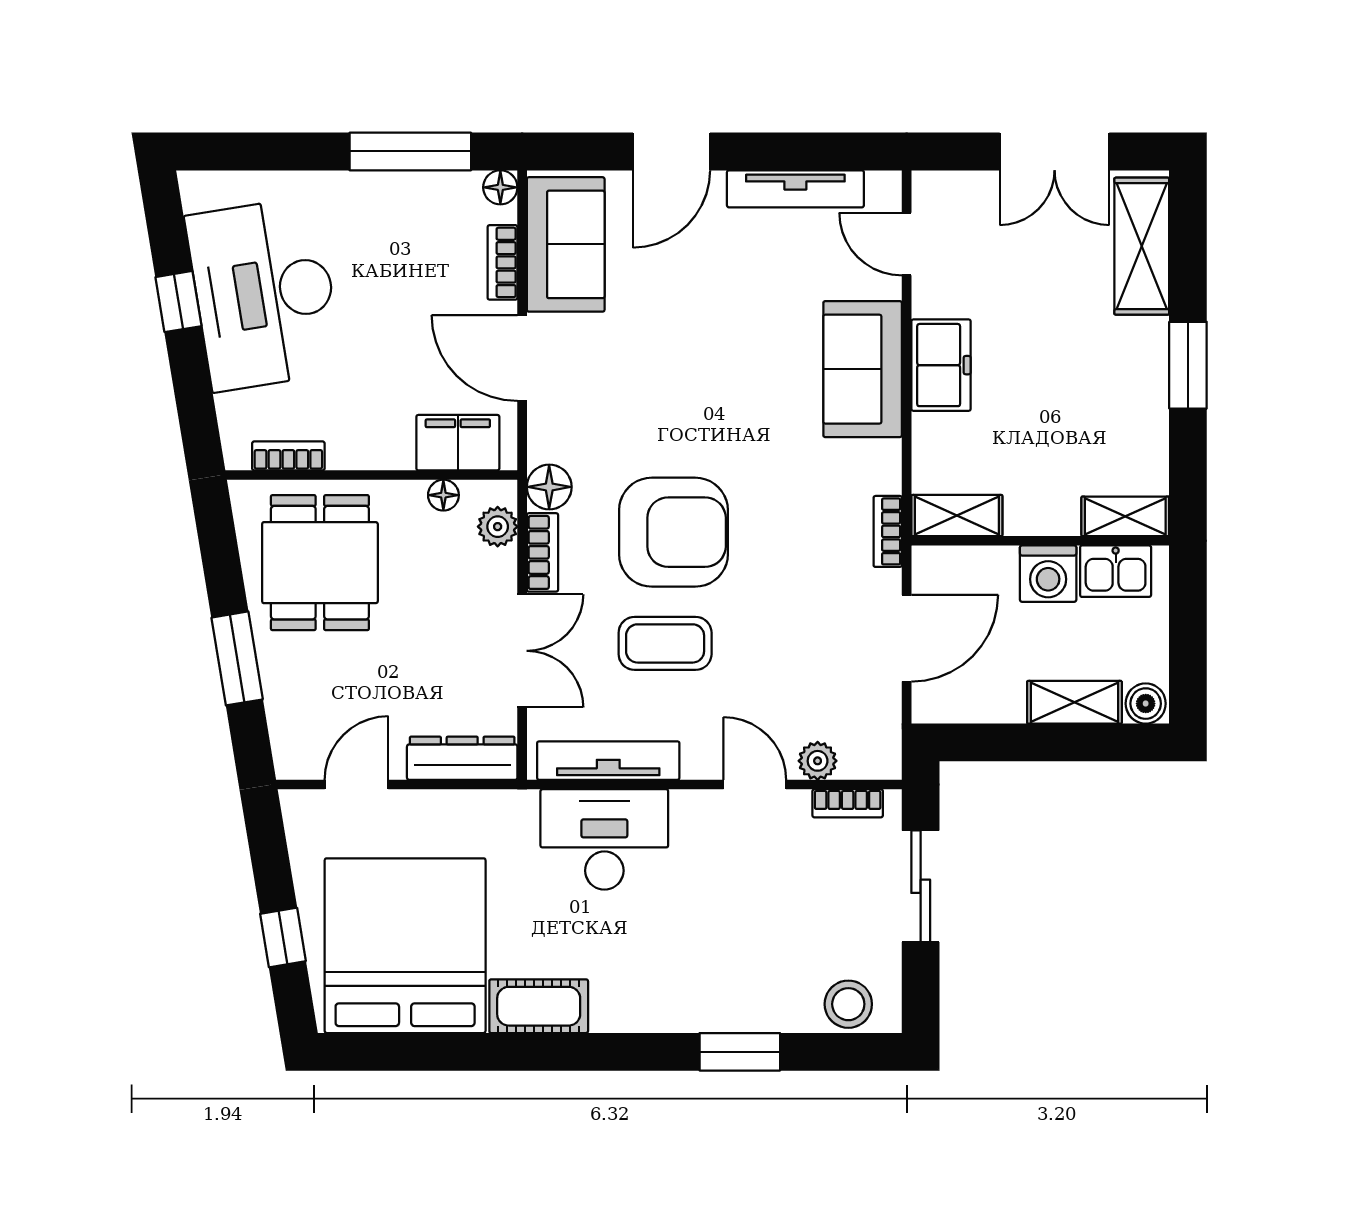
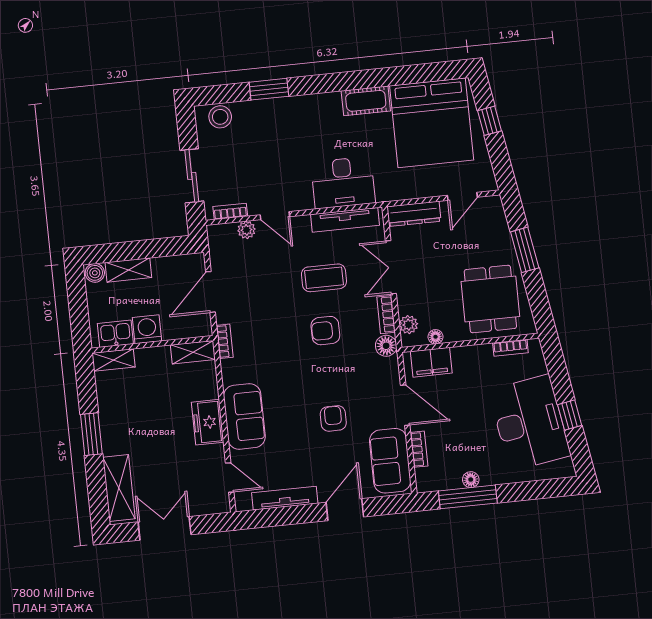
floor lamp: (500, 187) -> (471, 480), moved
armchair: (676, 346) -> (333, 418), added
armchair: (673, 532) -> (325, 331), width x0.53, depth x0.53

